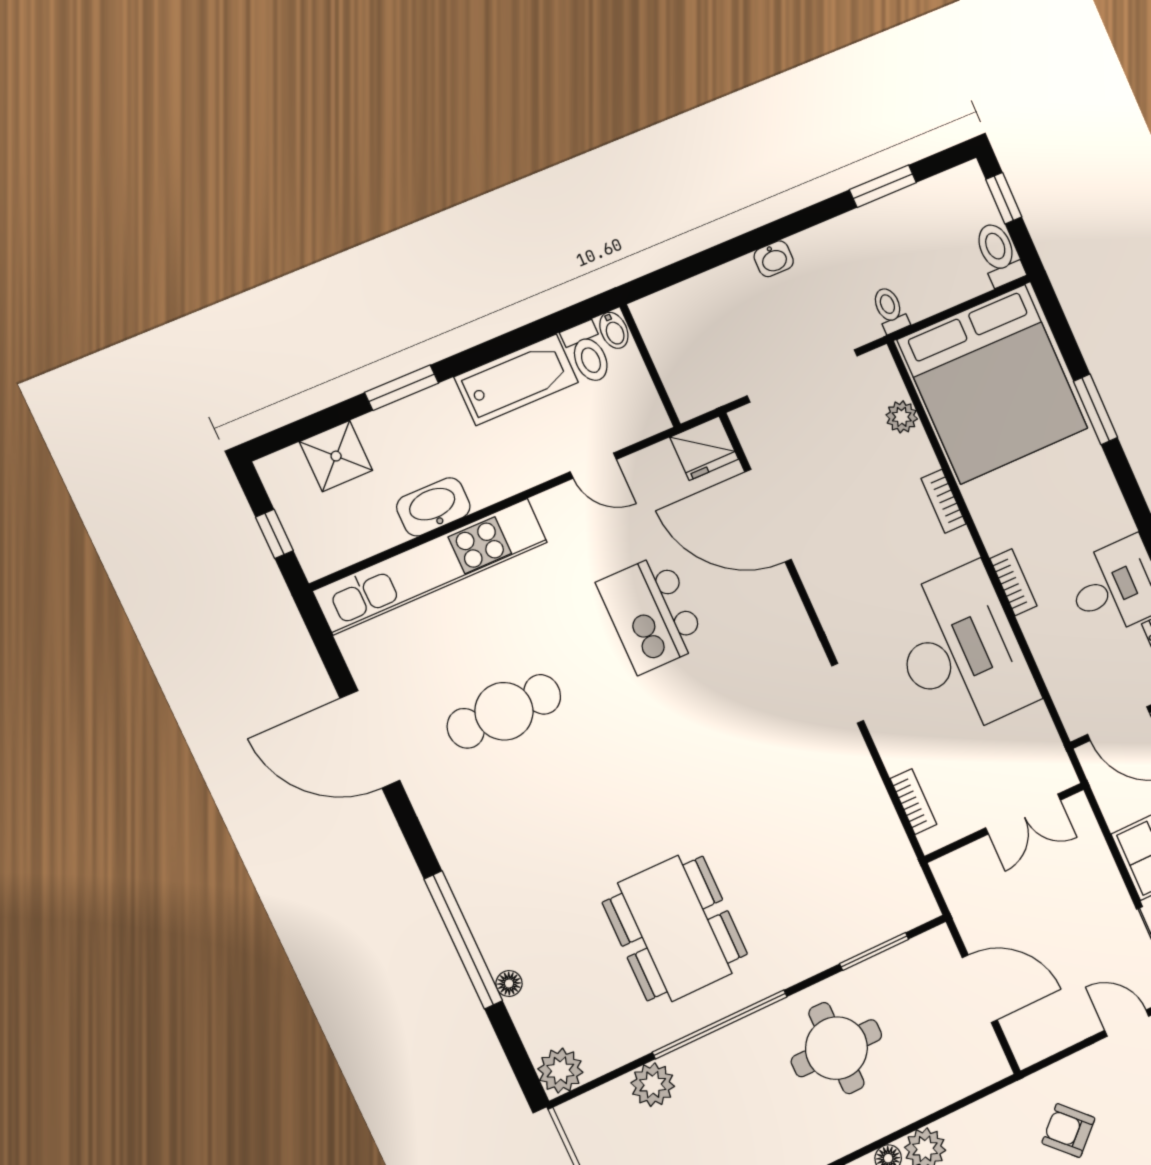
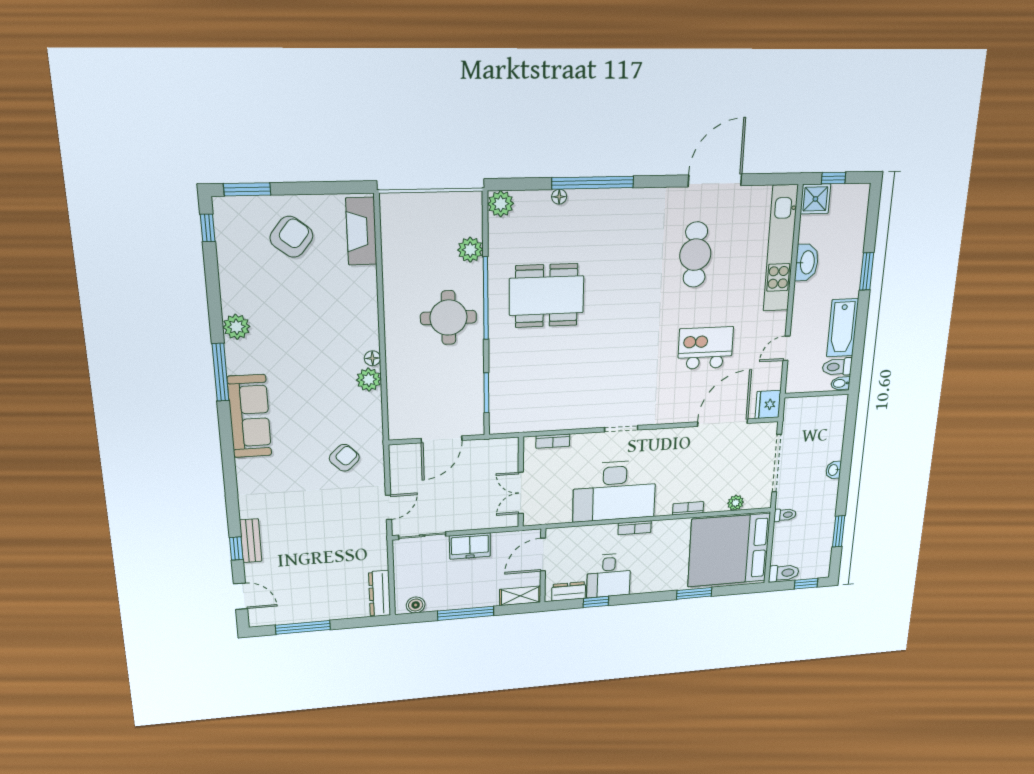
shower: (336, 456) -> (815, 199), moved
round table: (836, 1048) -> (448, 318), moved

